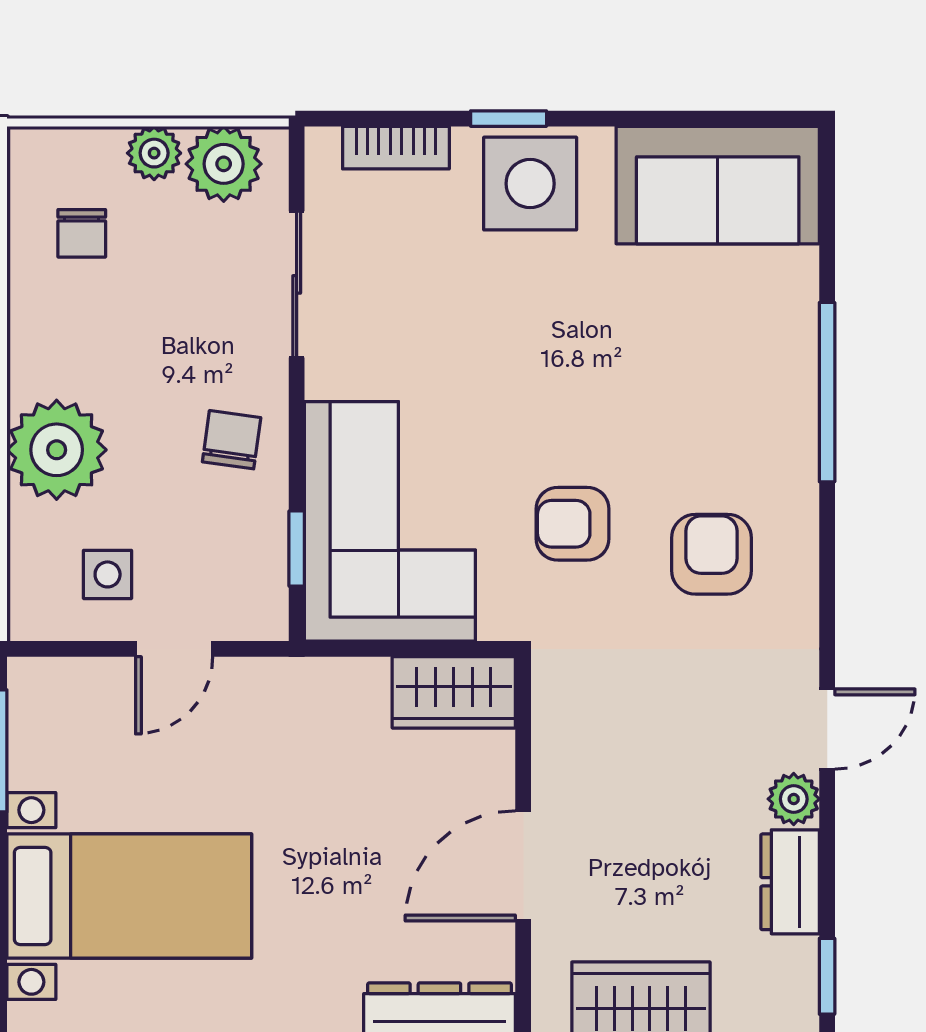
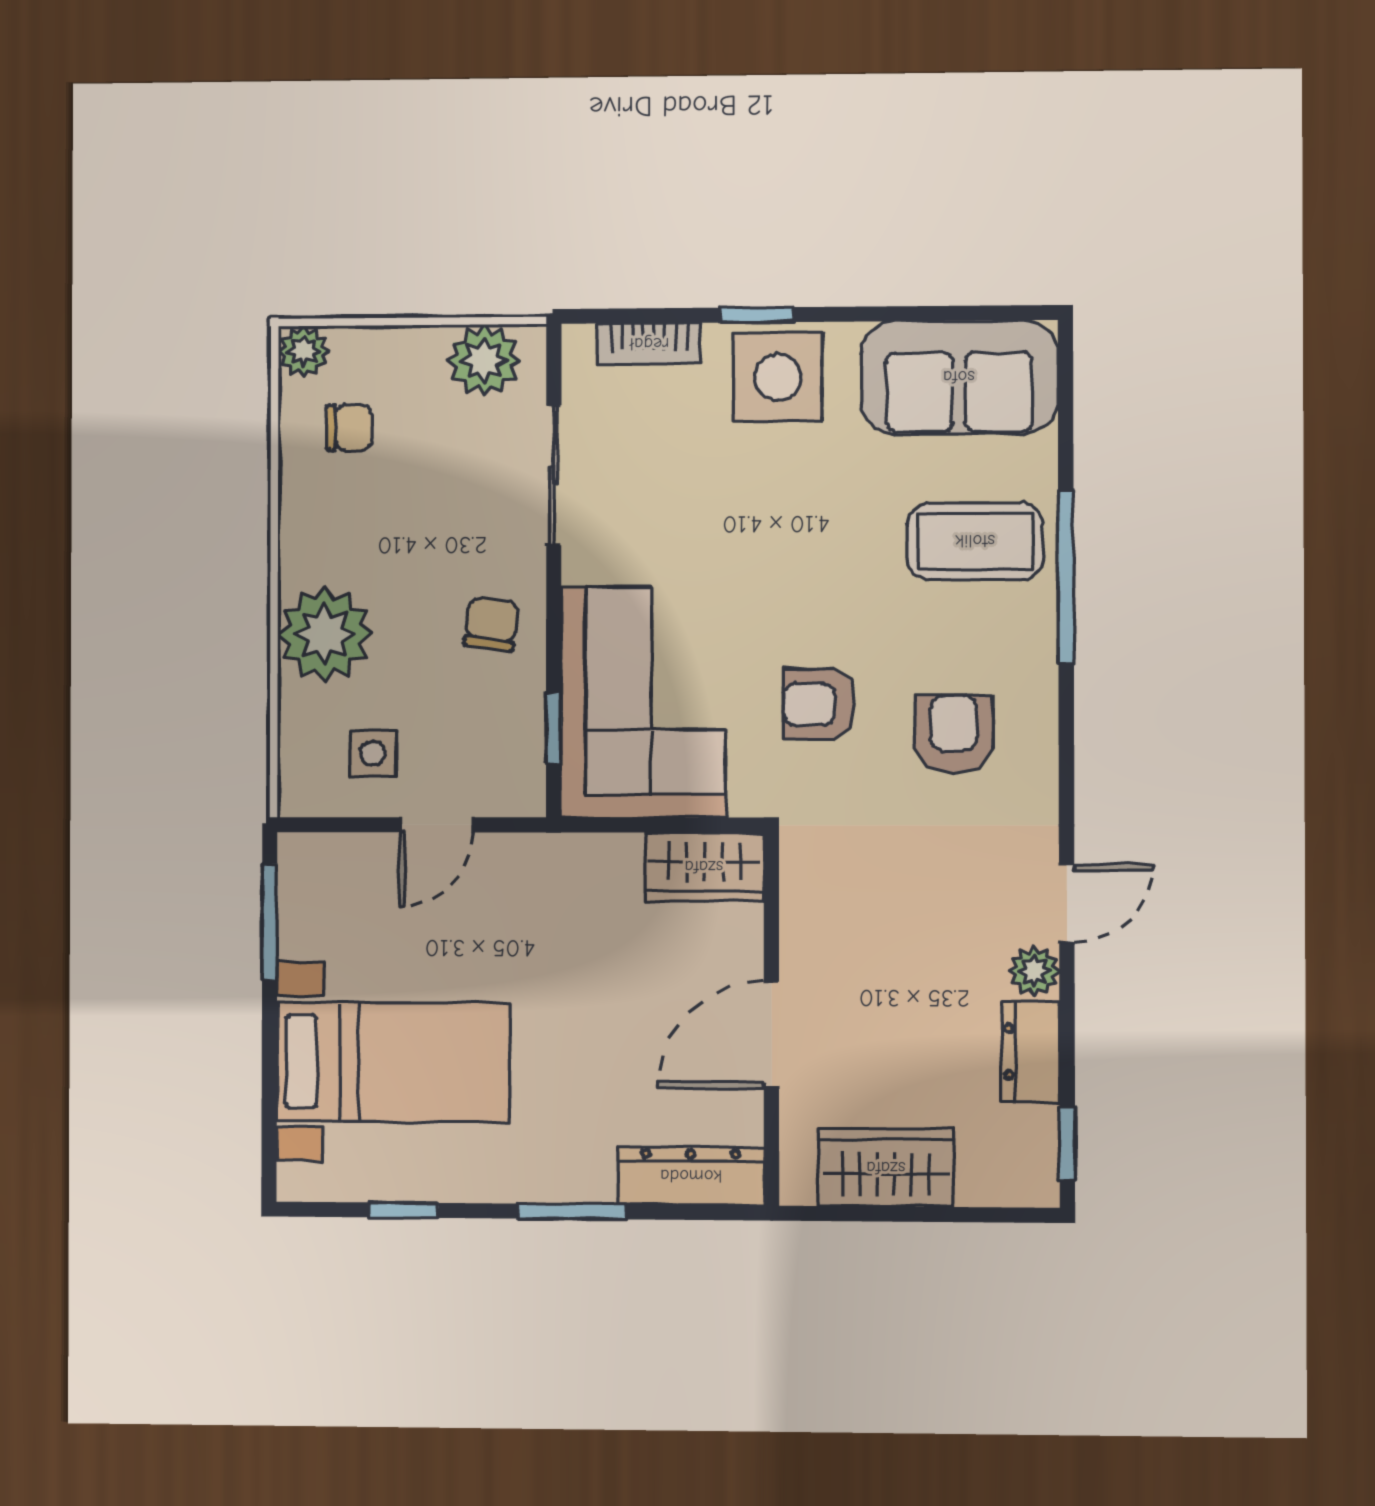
plant: (154, 153) -> (304, 351), moved
chair: (82, 233) -> (349, 428), turned -90
coffee table: (734, 355) -> (975, 541), added

